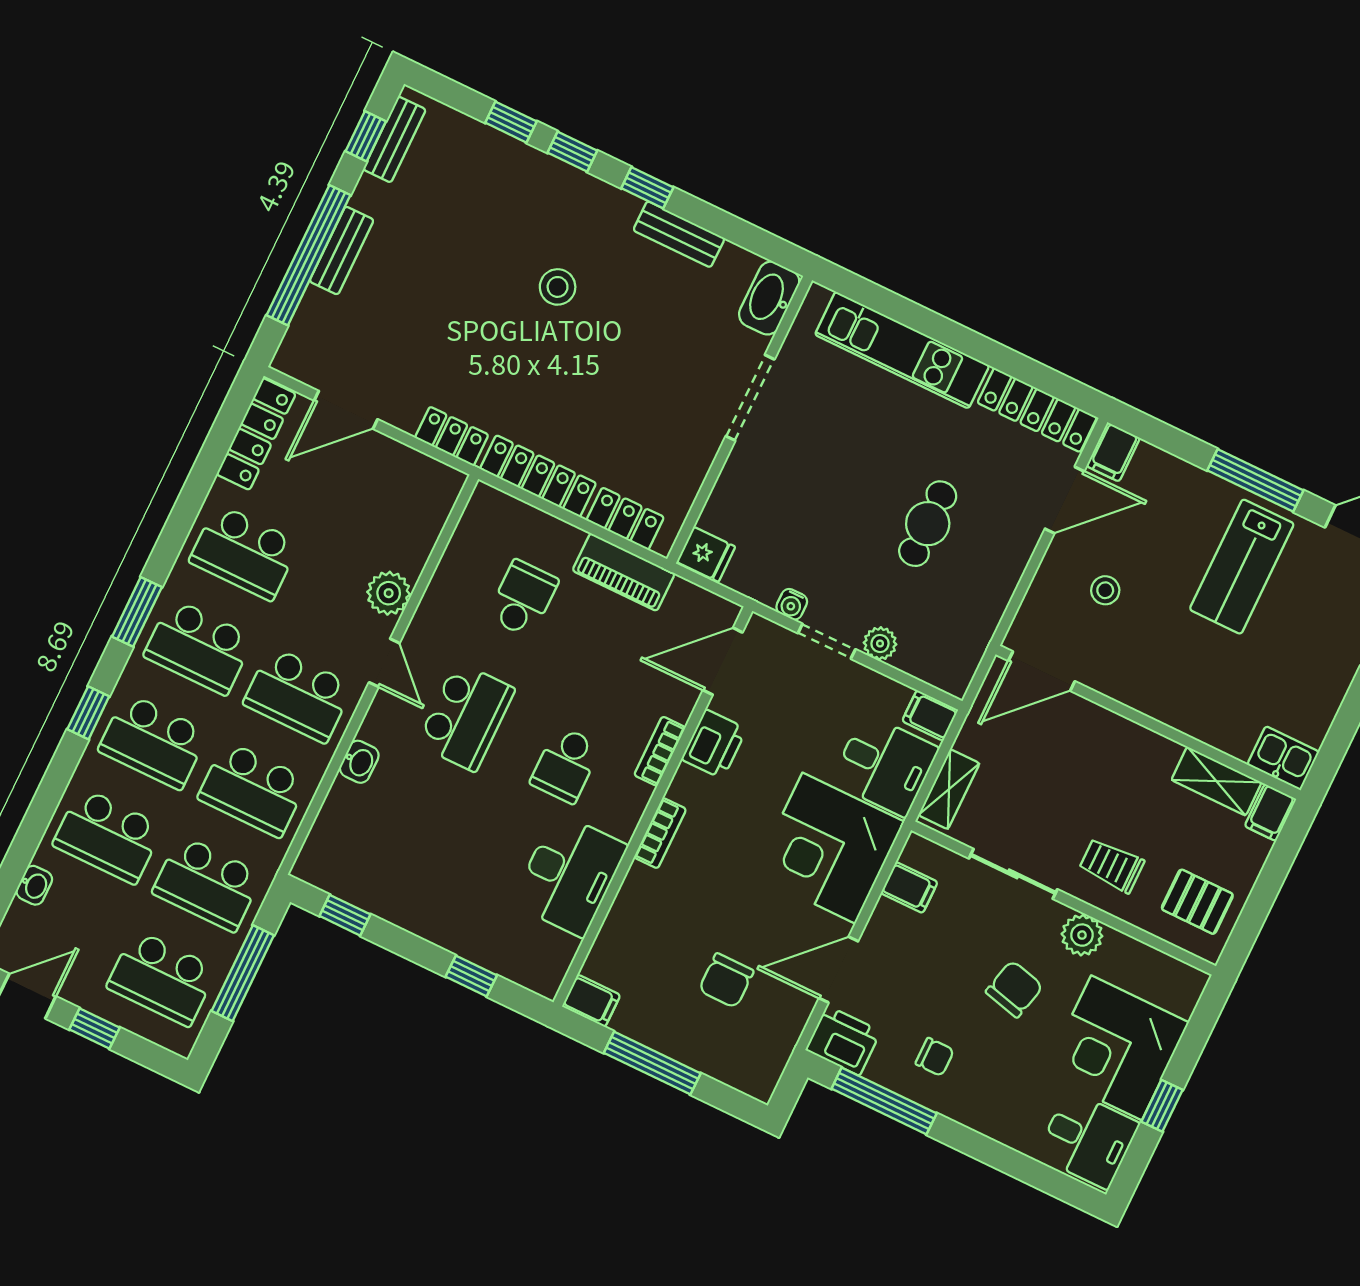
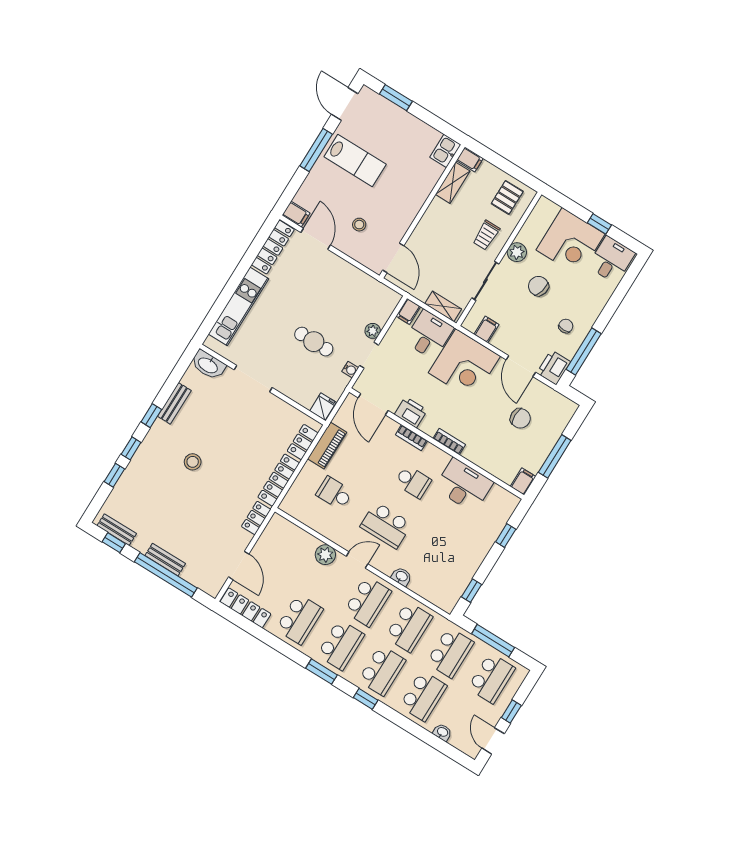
cafe table: (928, 524) -> (314, 342), moved
school desk: (466, 717) -> (386, 525), turned 180

